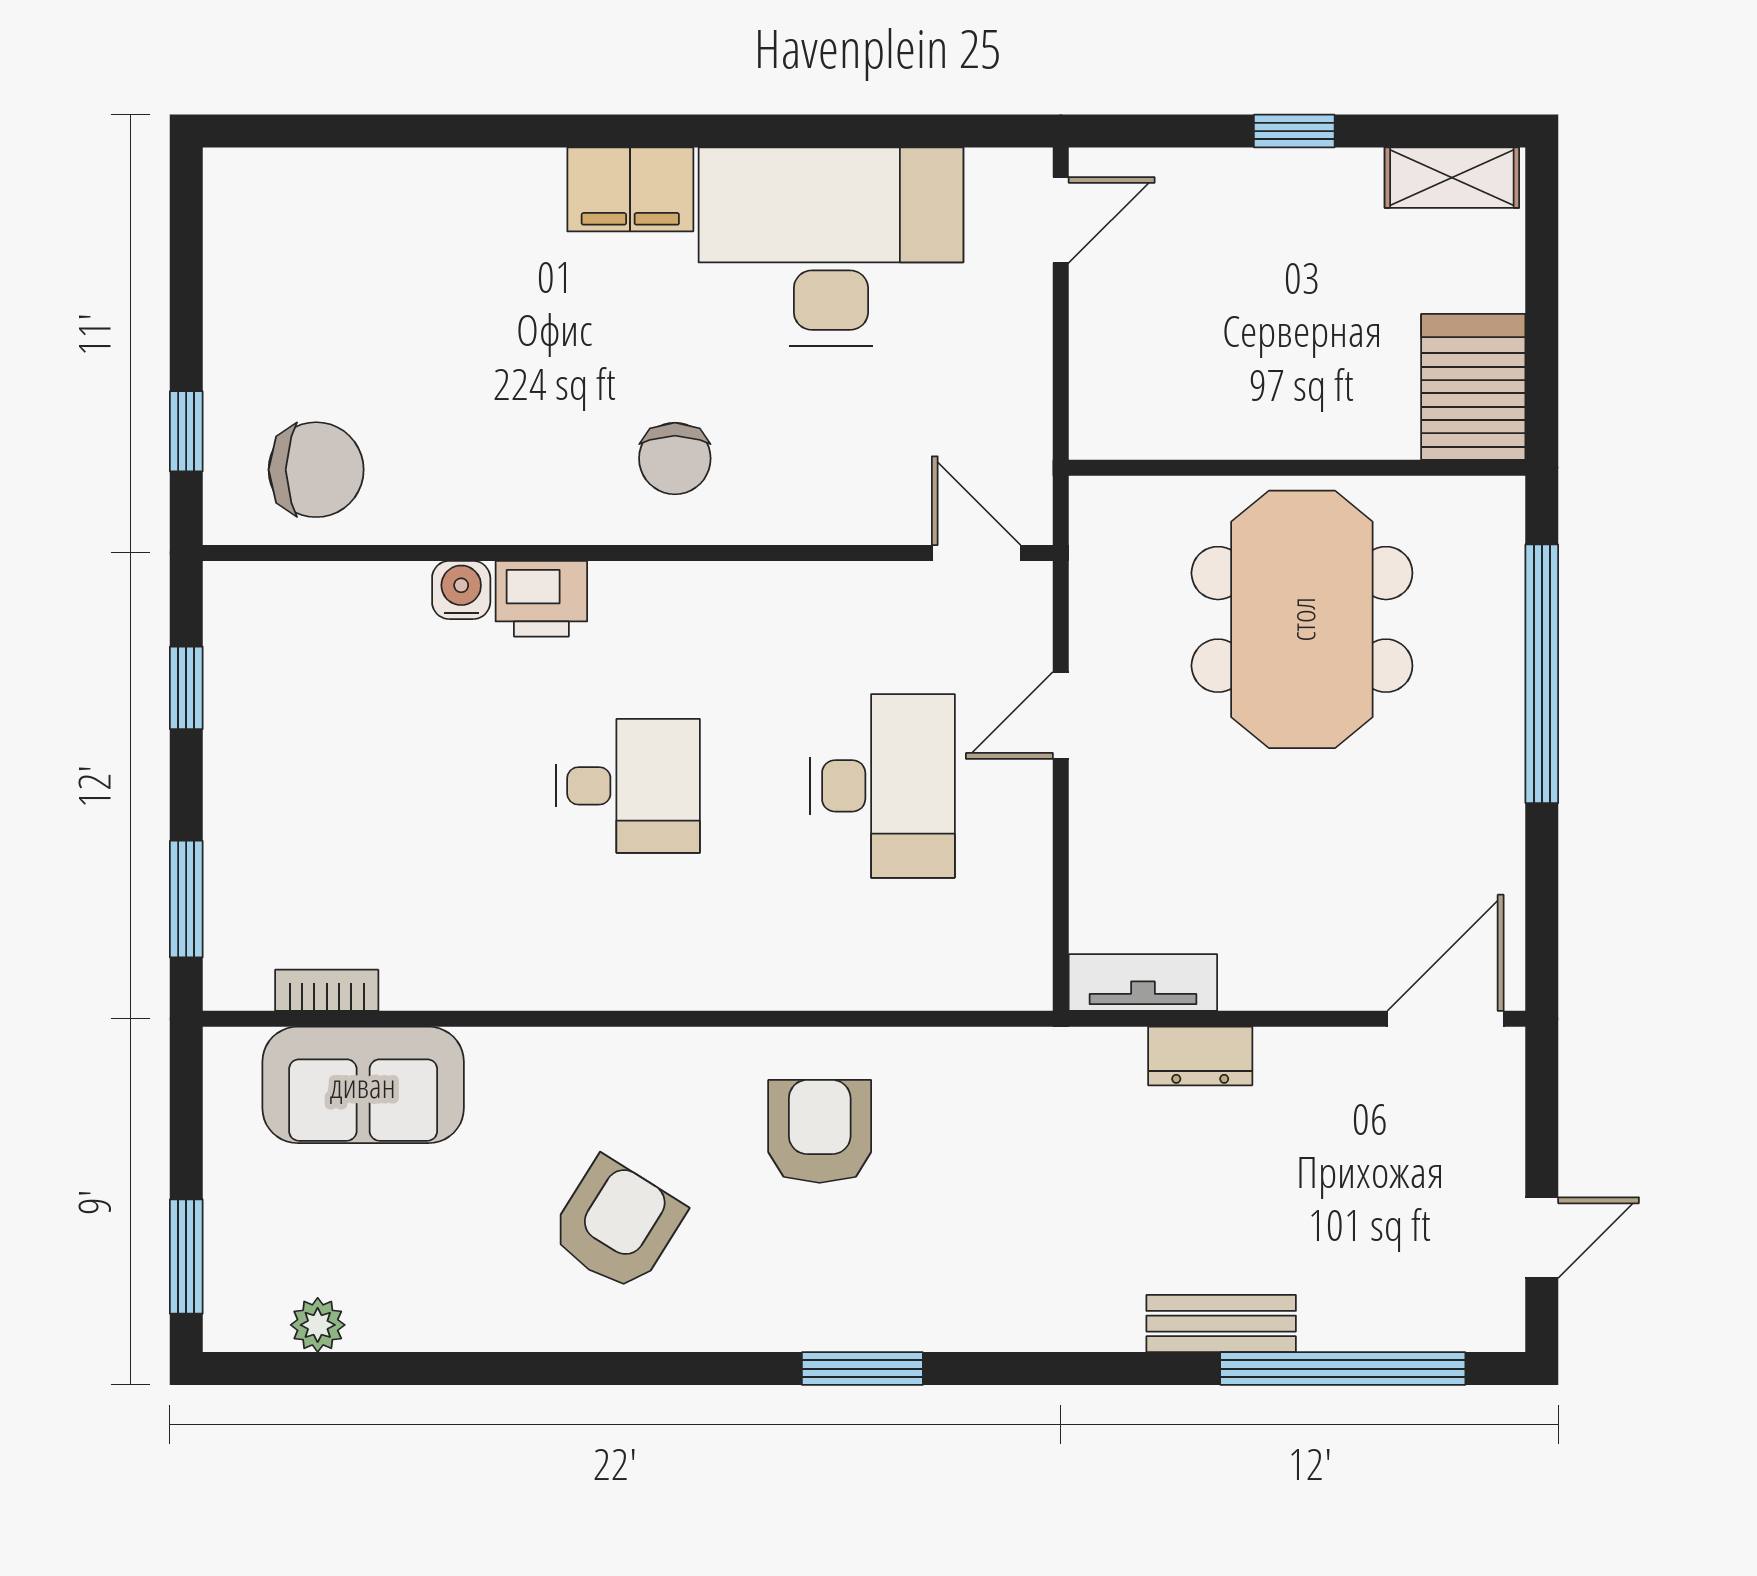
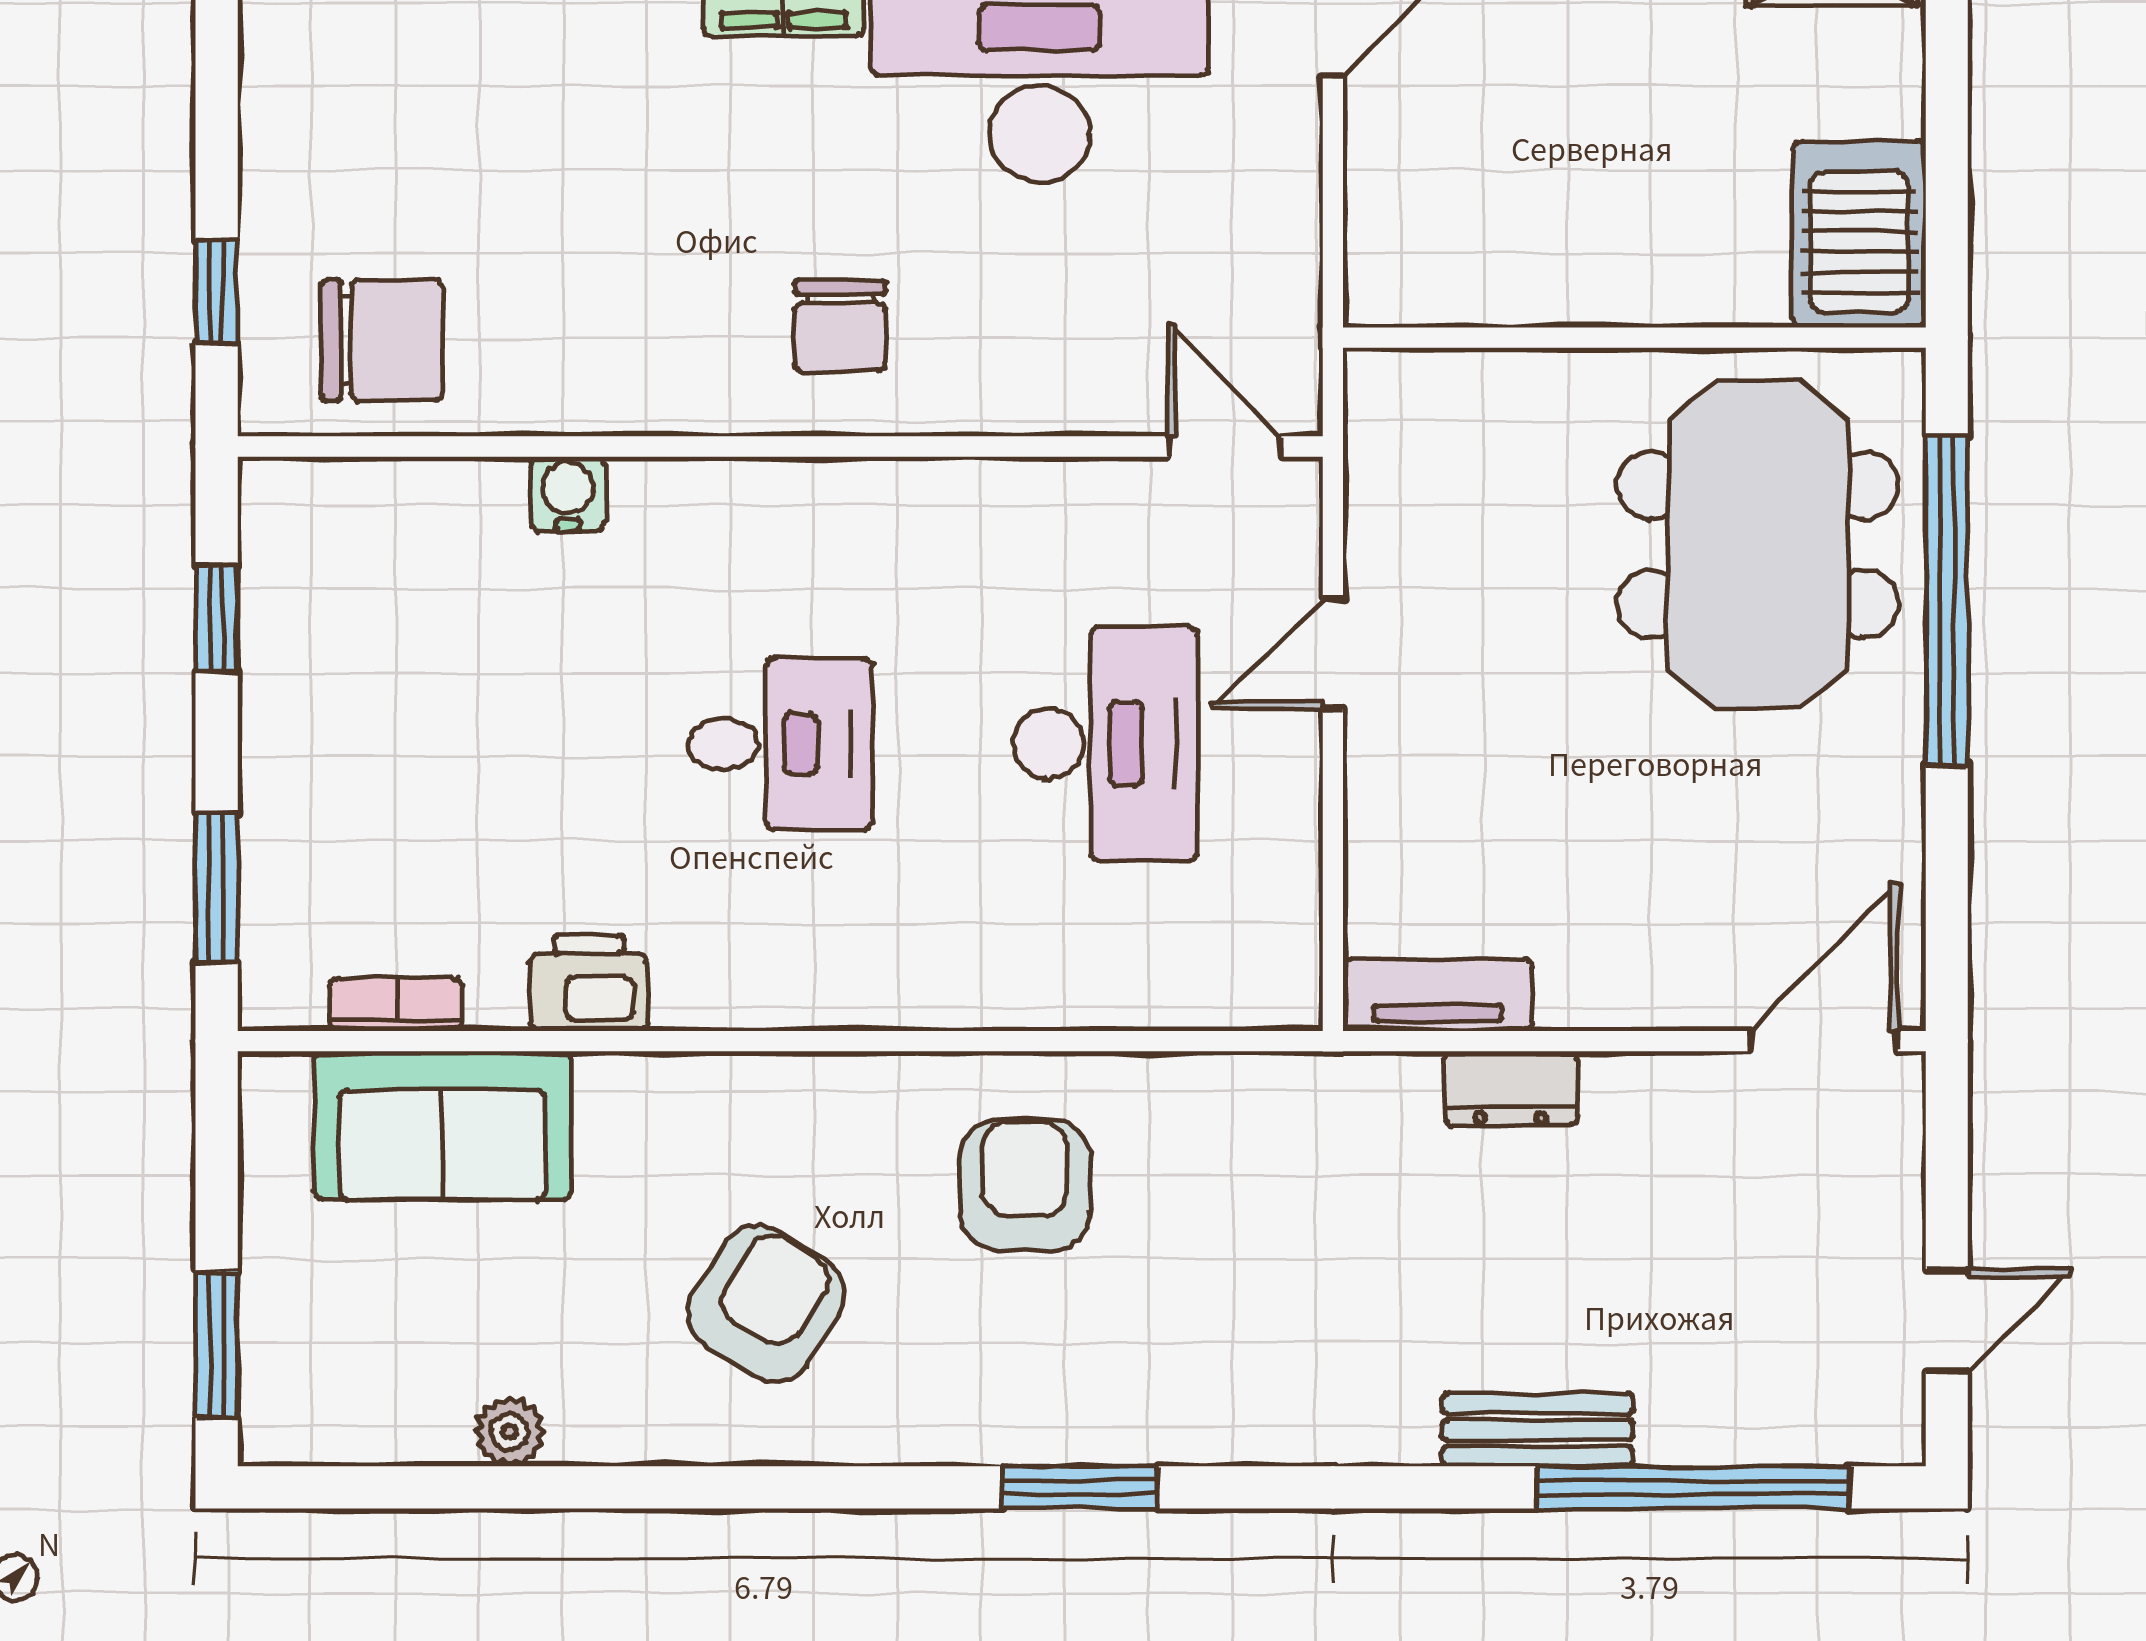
printer: (541, 599) -> (589, 983), moved, turned 180
meeting table: (1302, 619) -> (1758, 545), moved
plant: (318, 1325) -> (510, 1432), moved

